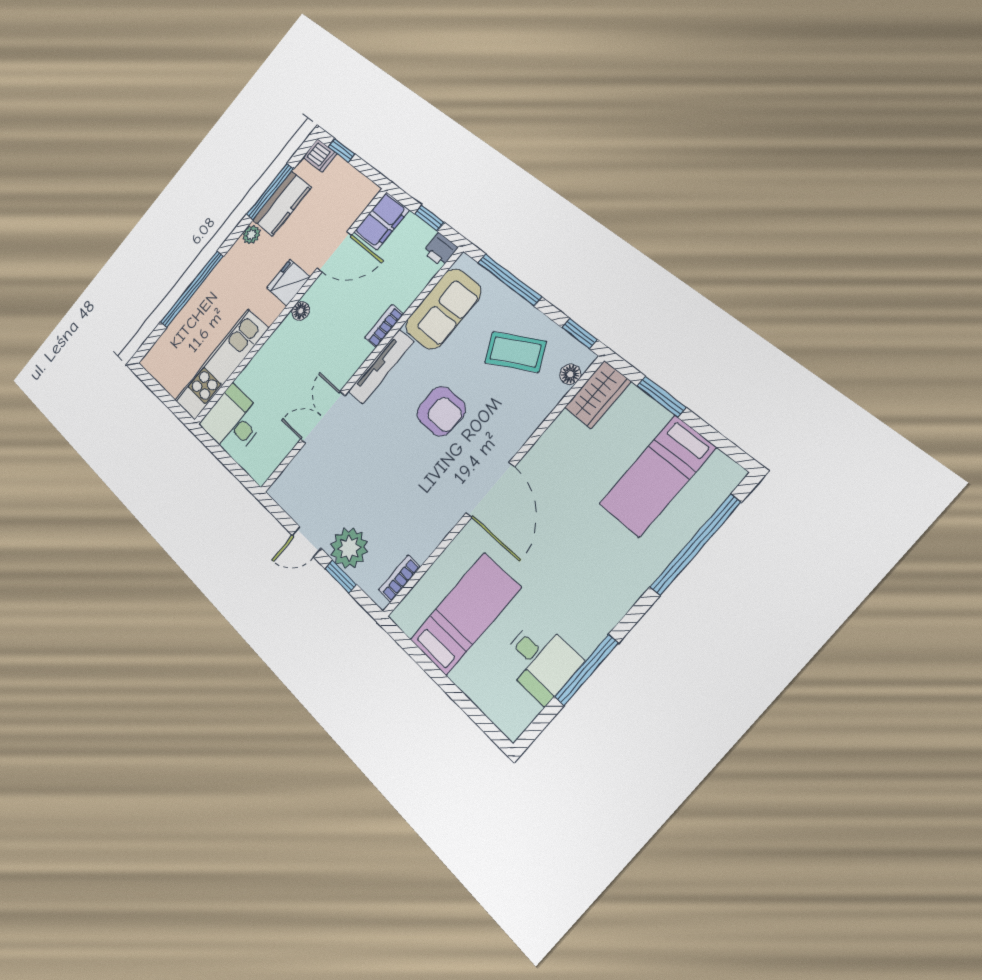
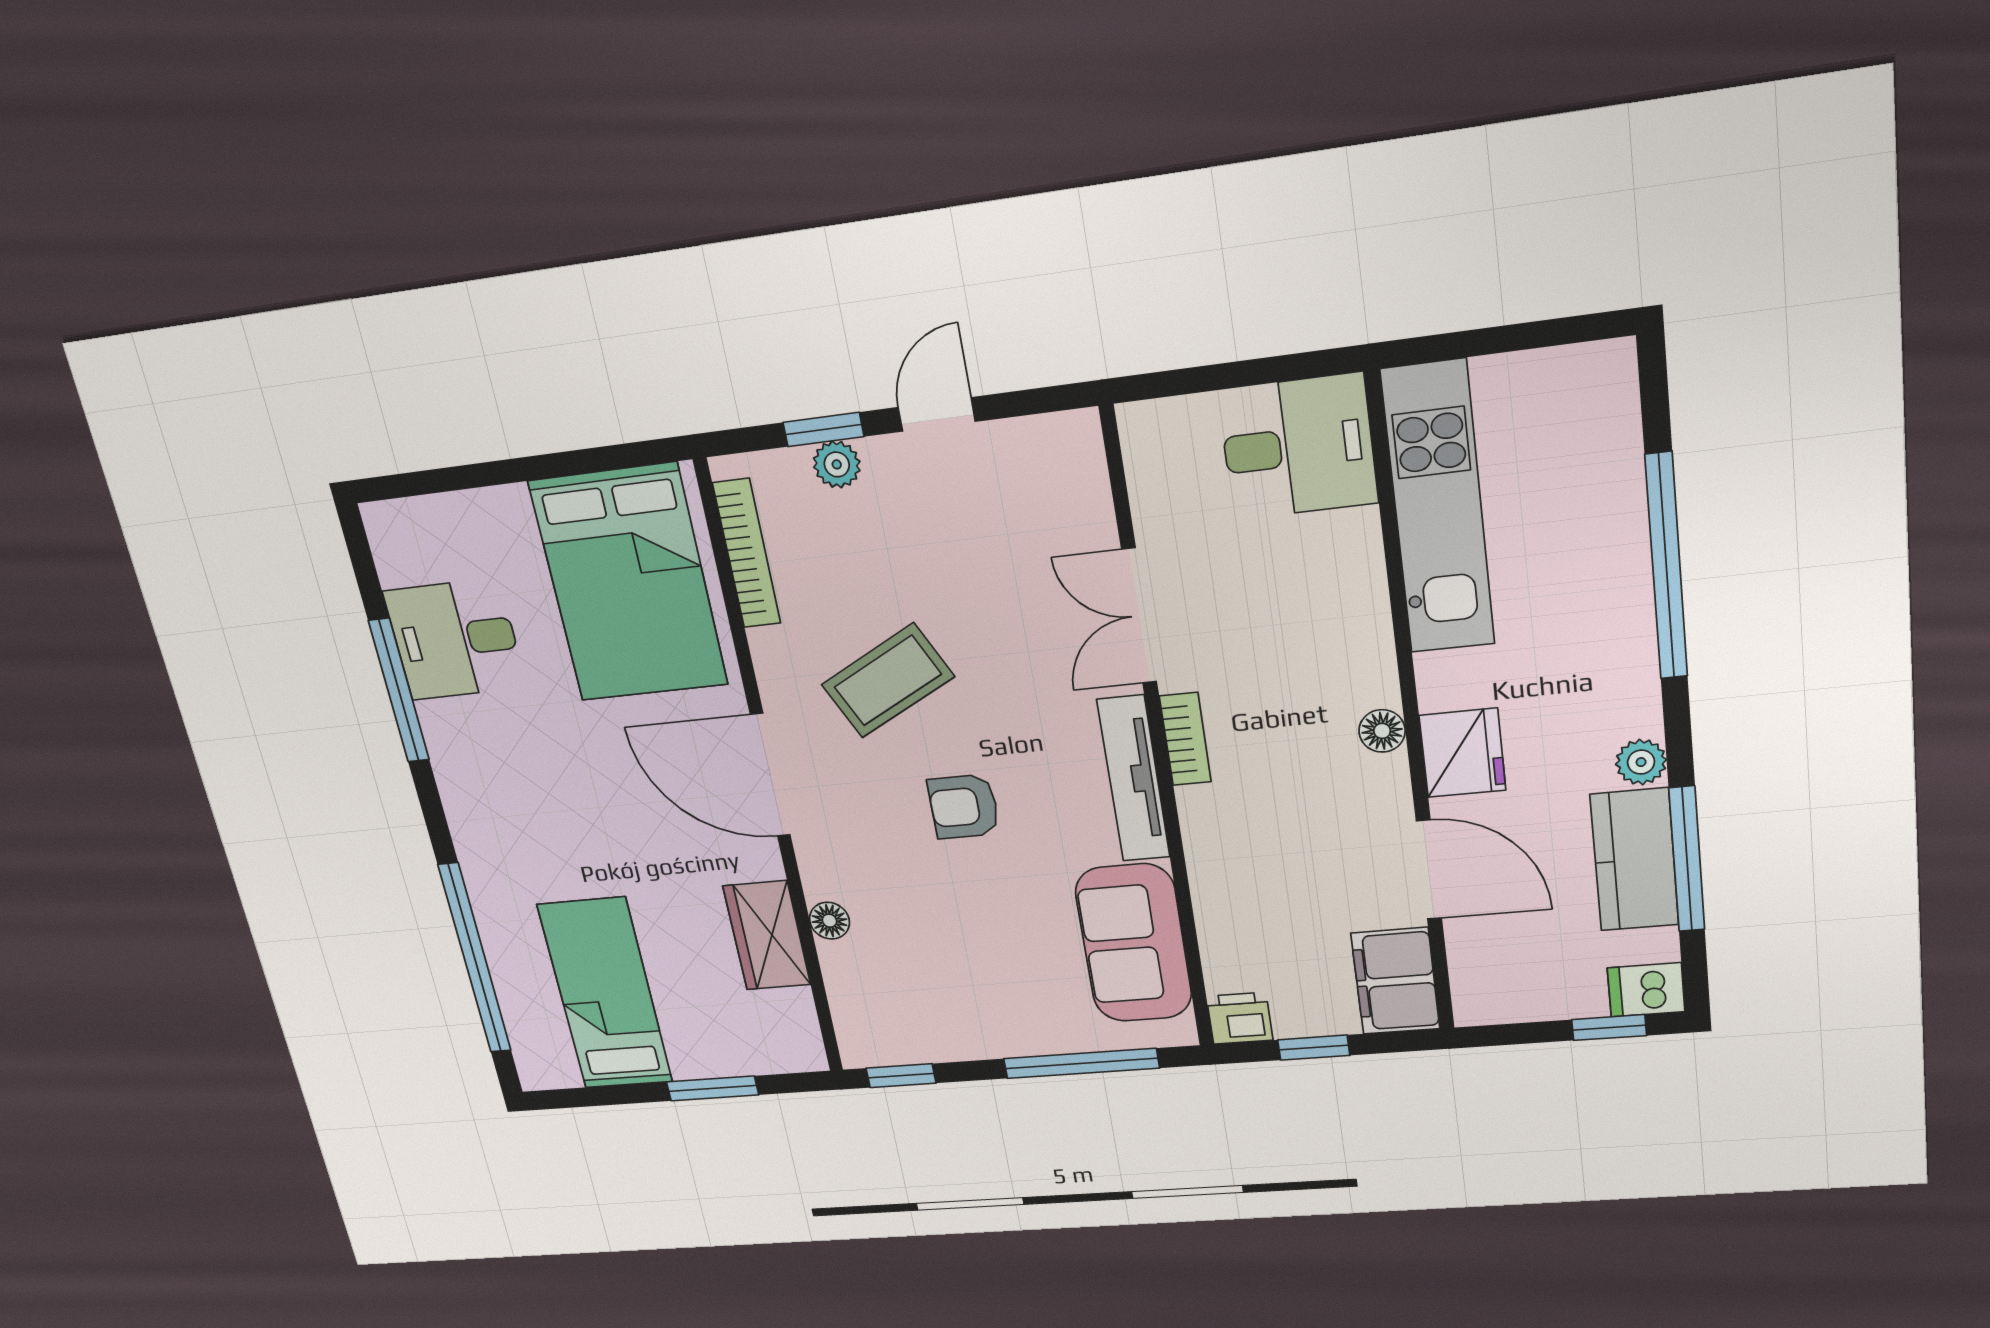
door: (334, 252) -> (1429, 870), swing flipped
bookcase: (384, 326) -> (1185, 739), moved
coffee table: (515, 352) -> (888, 681), moved
floor lamp: (570, 374) -> (829, 921), moved
wardrobe: (598, 394) -> (767, 935), moved
armchair: (441, 411) -> (964, 807), width x0.72, depth x0.72
double door: (323, 417) -> (1139, 616), swing flipped
plant: (349, 548) -> (837, 464), width x0.53, depth x0.53
bookcase: (399, 578) -> (747, 554), width x1.56
bed: (465, 614) -> (629, 584), width x1.50

